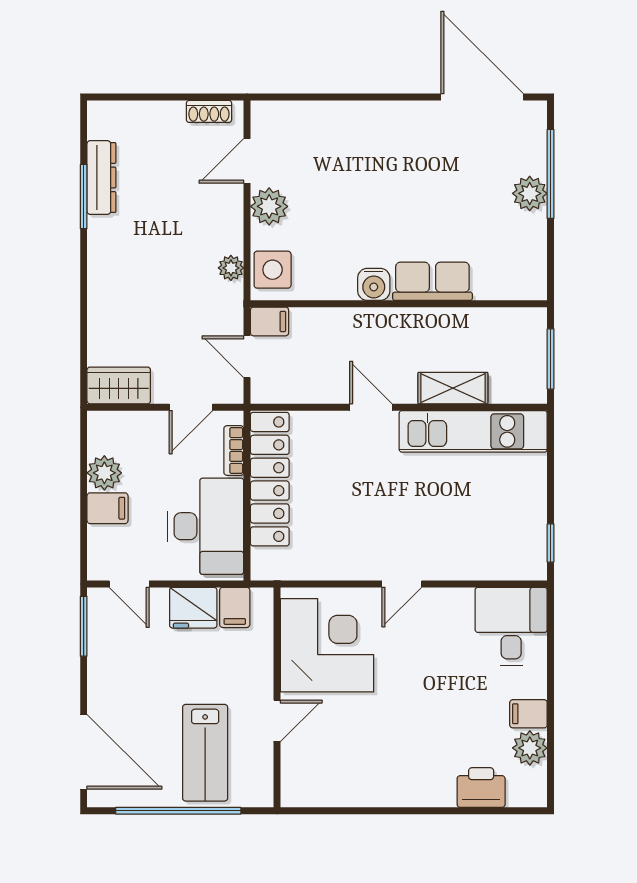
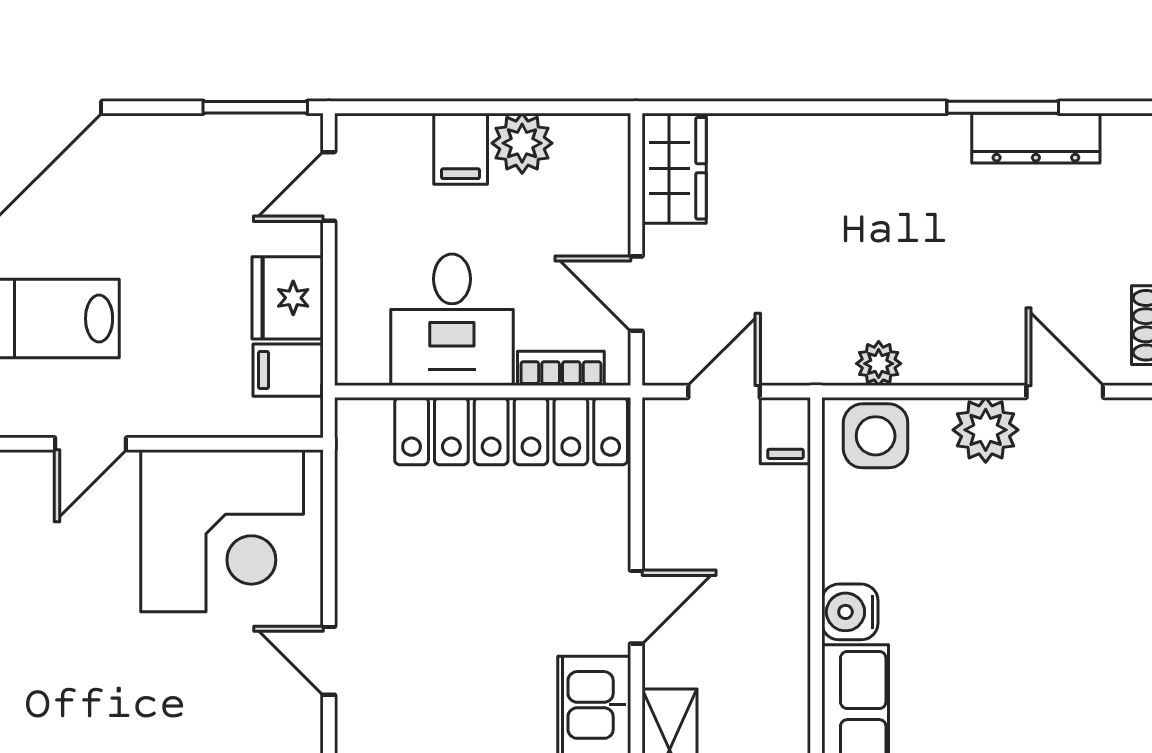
desk: (206, 526) -> (452, 320), width x0.73
door: (277, 721) -> (91, 444), hinge flipped

